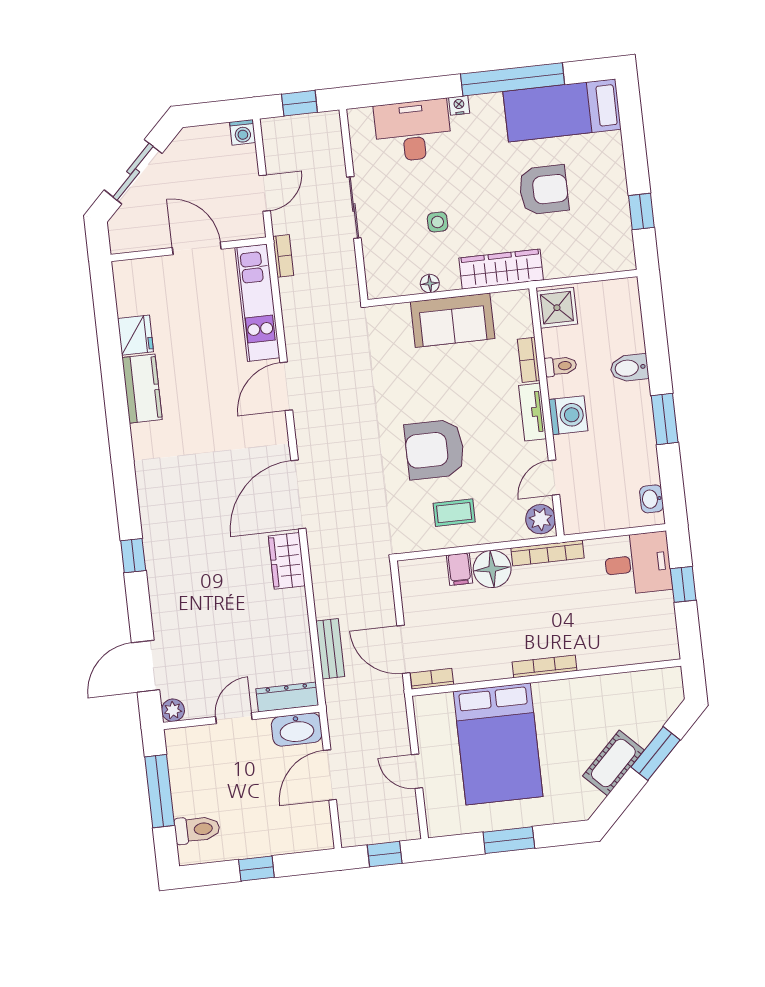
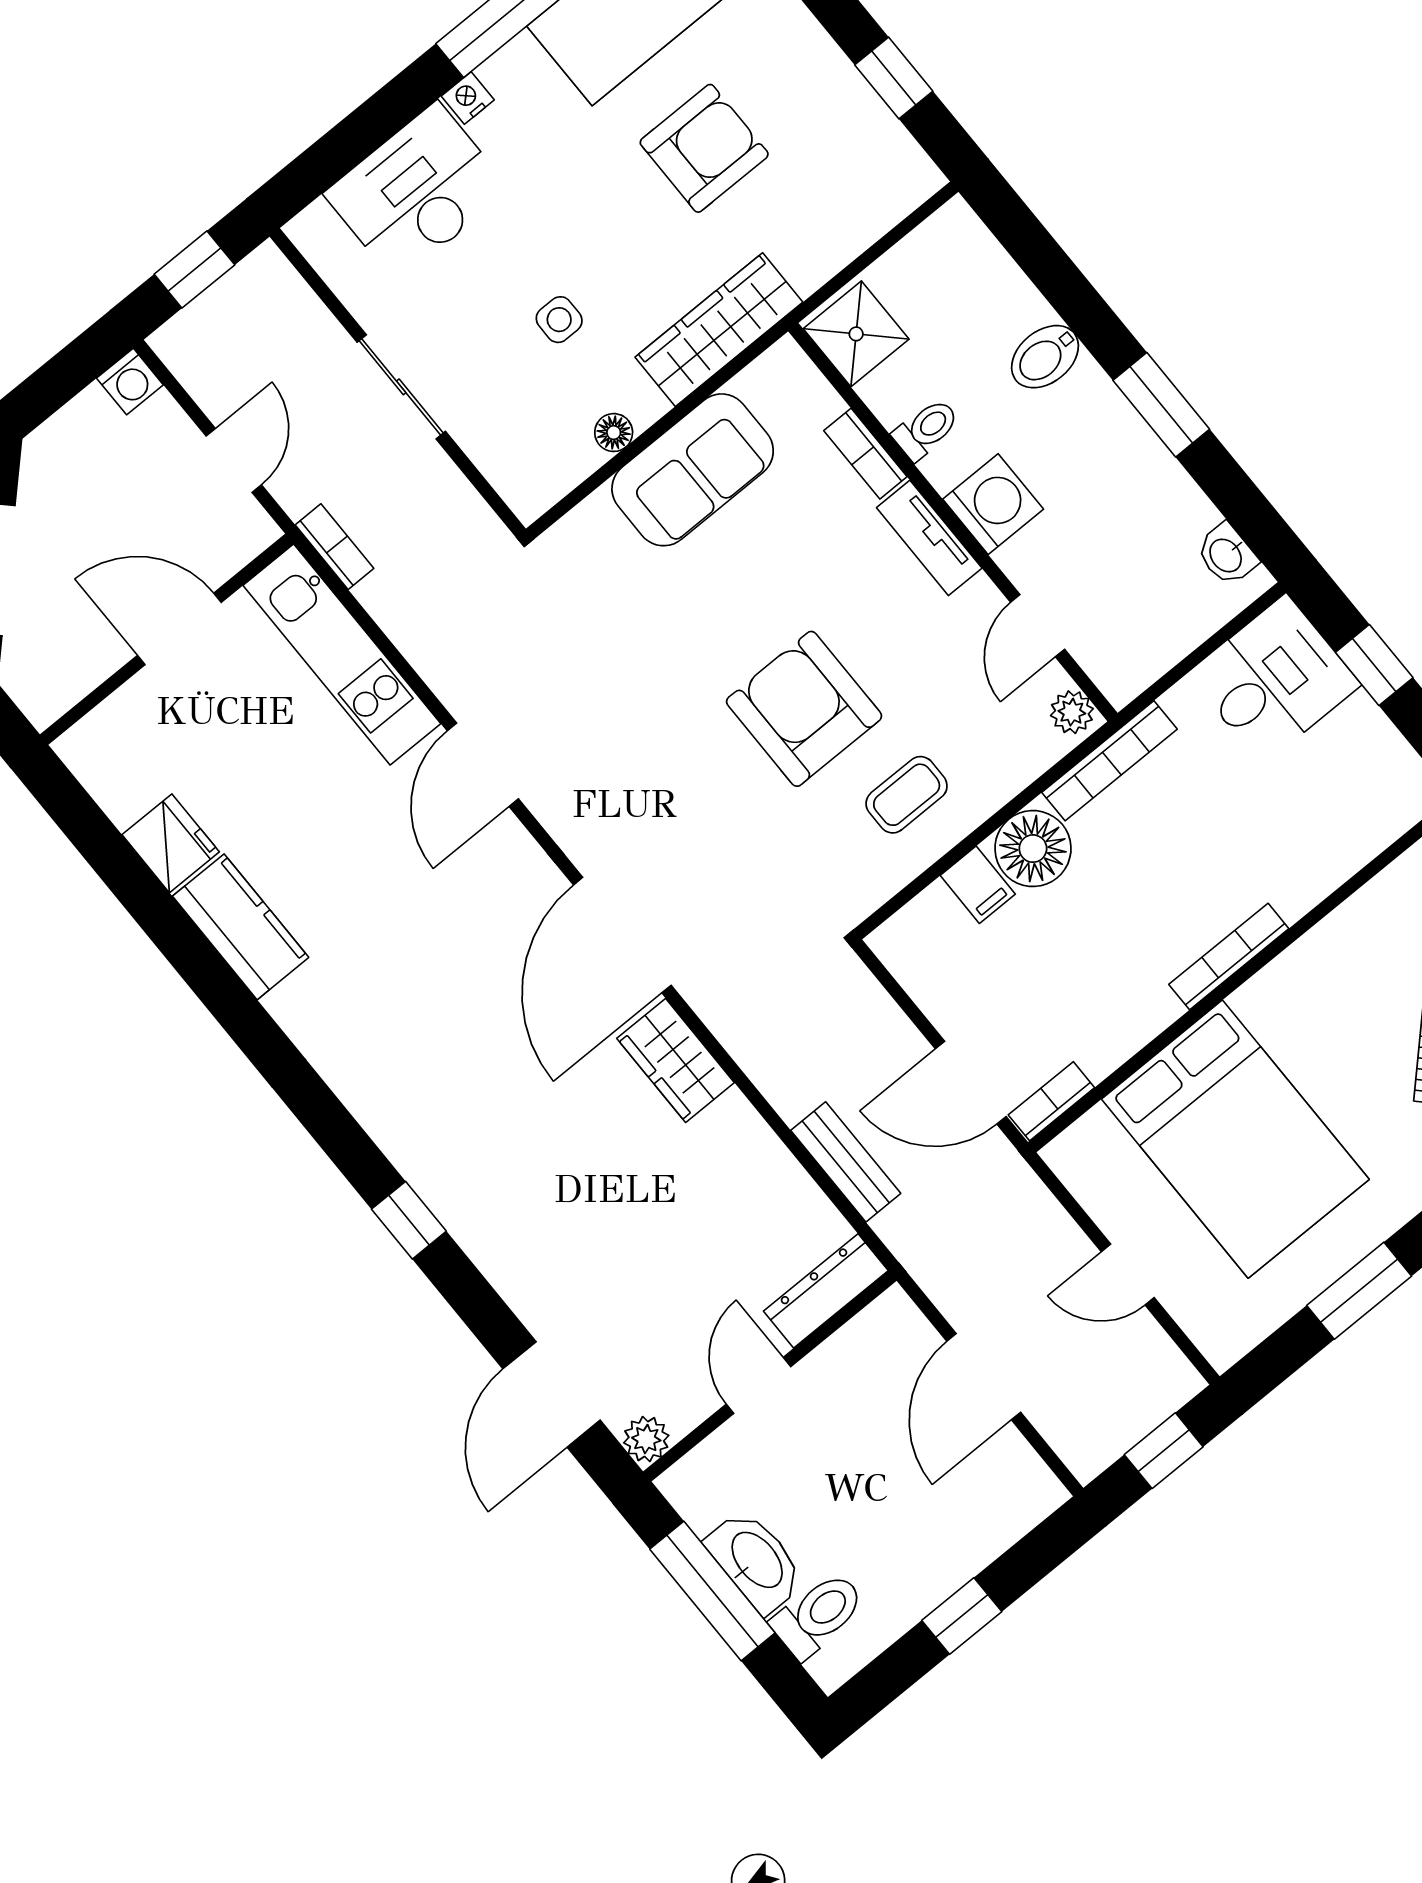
armchair: (435, 449) -> (804, 709), turned 90
plant: (540, 519) -> (1072, 712), width x0.73, depth x0.73
washbasin: (297, 730) -> (756, 1561), moved, turned -90

